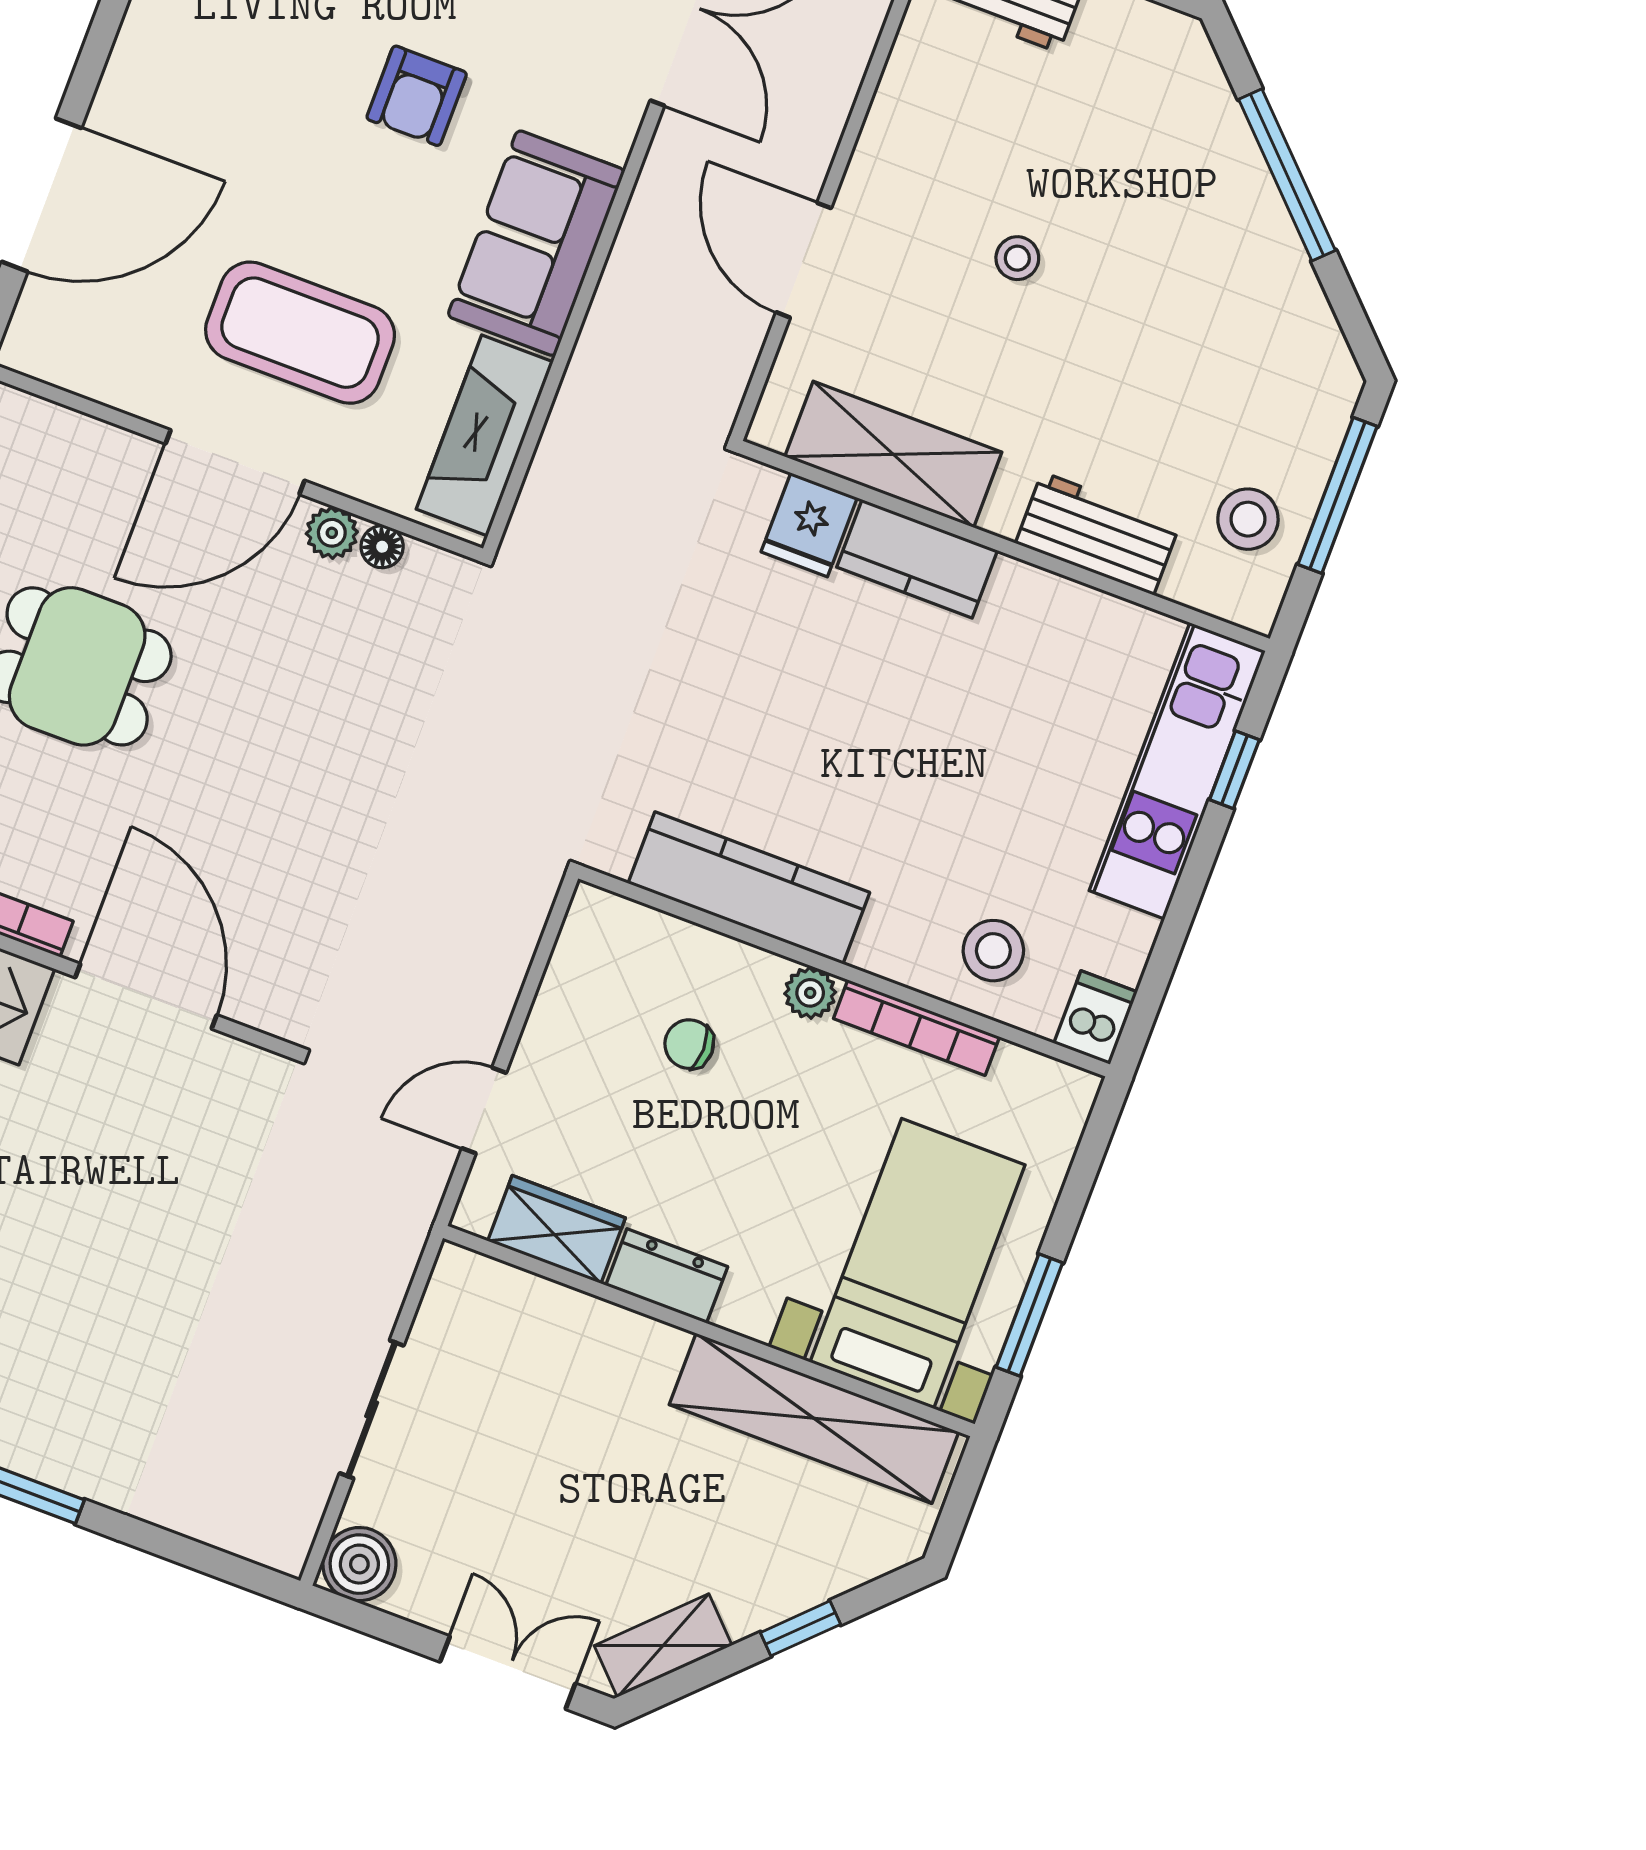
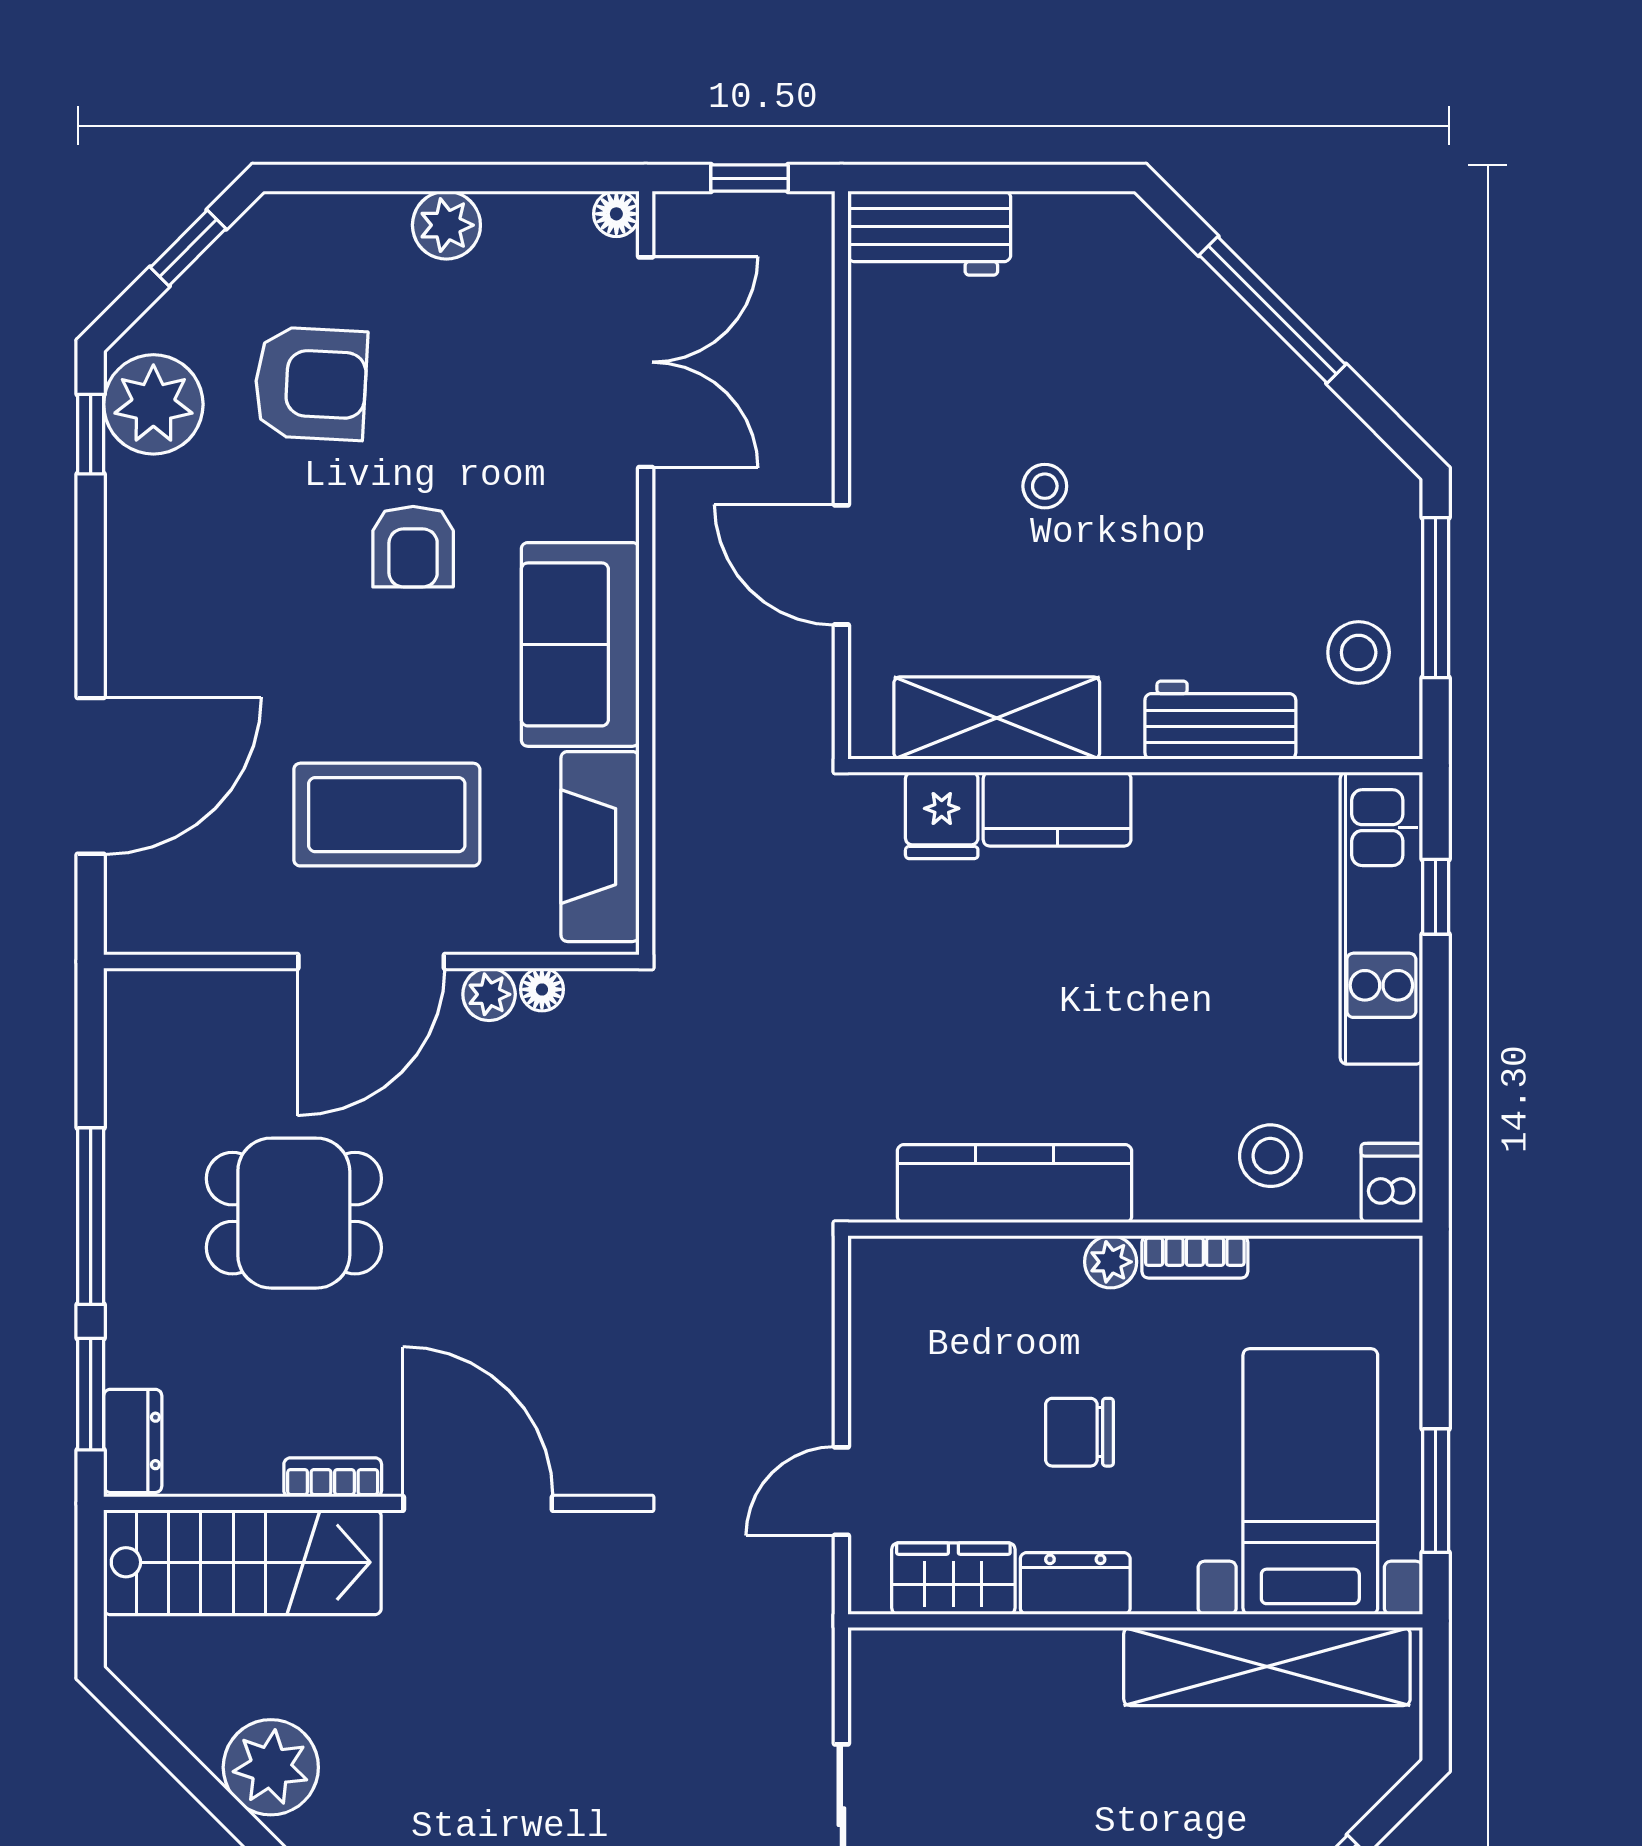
bookcase: (916, 1028) -> (1195, 1257), width x0.64
chair: (689, 1044) -> (1080, 1432), moved, width x1.37, depth x1.37

